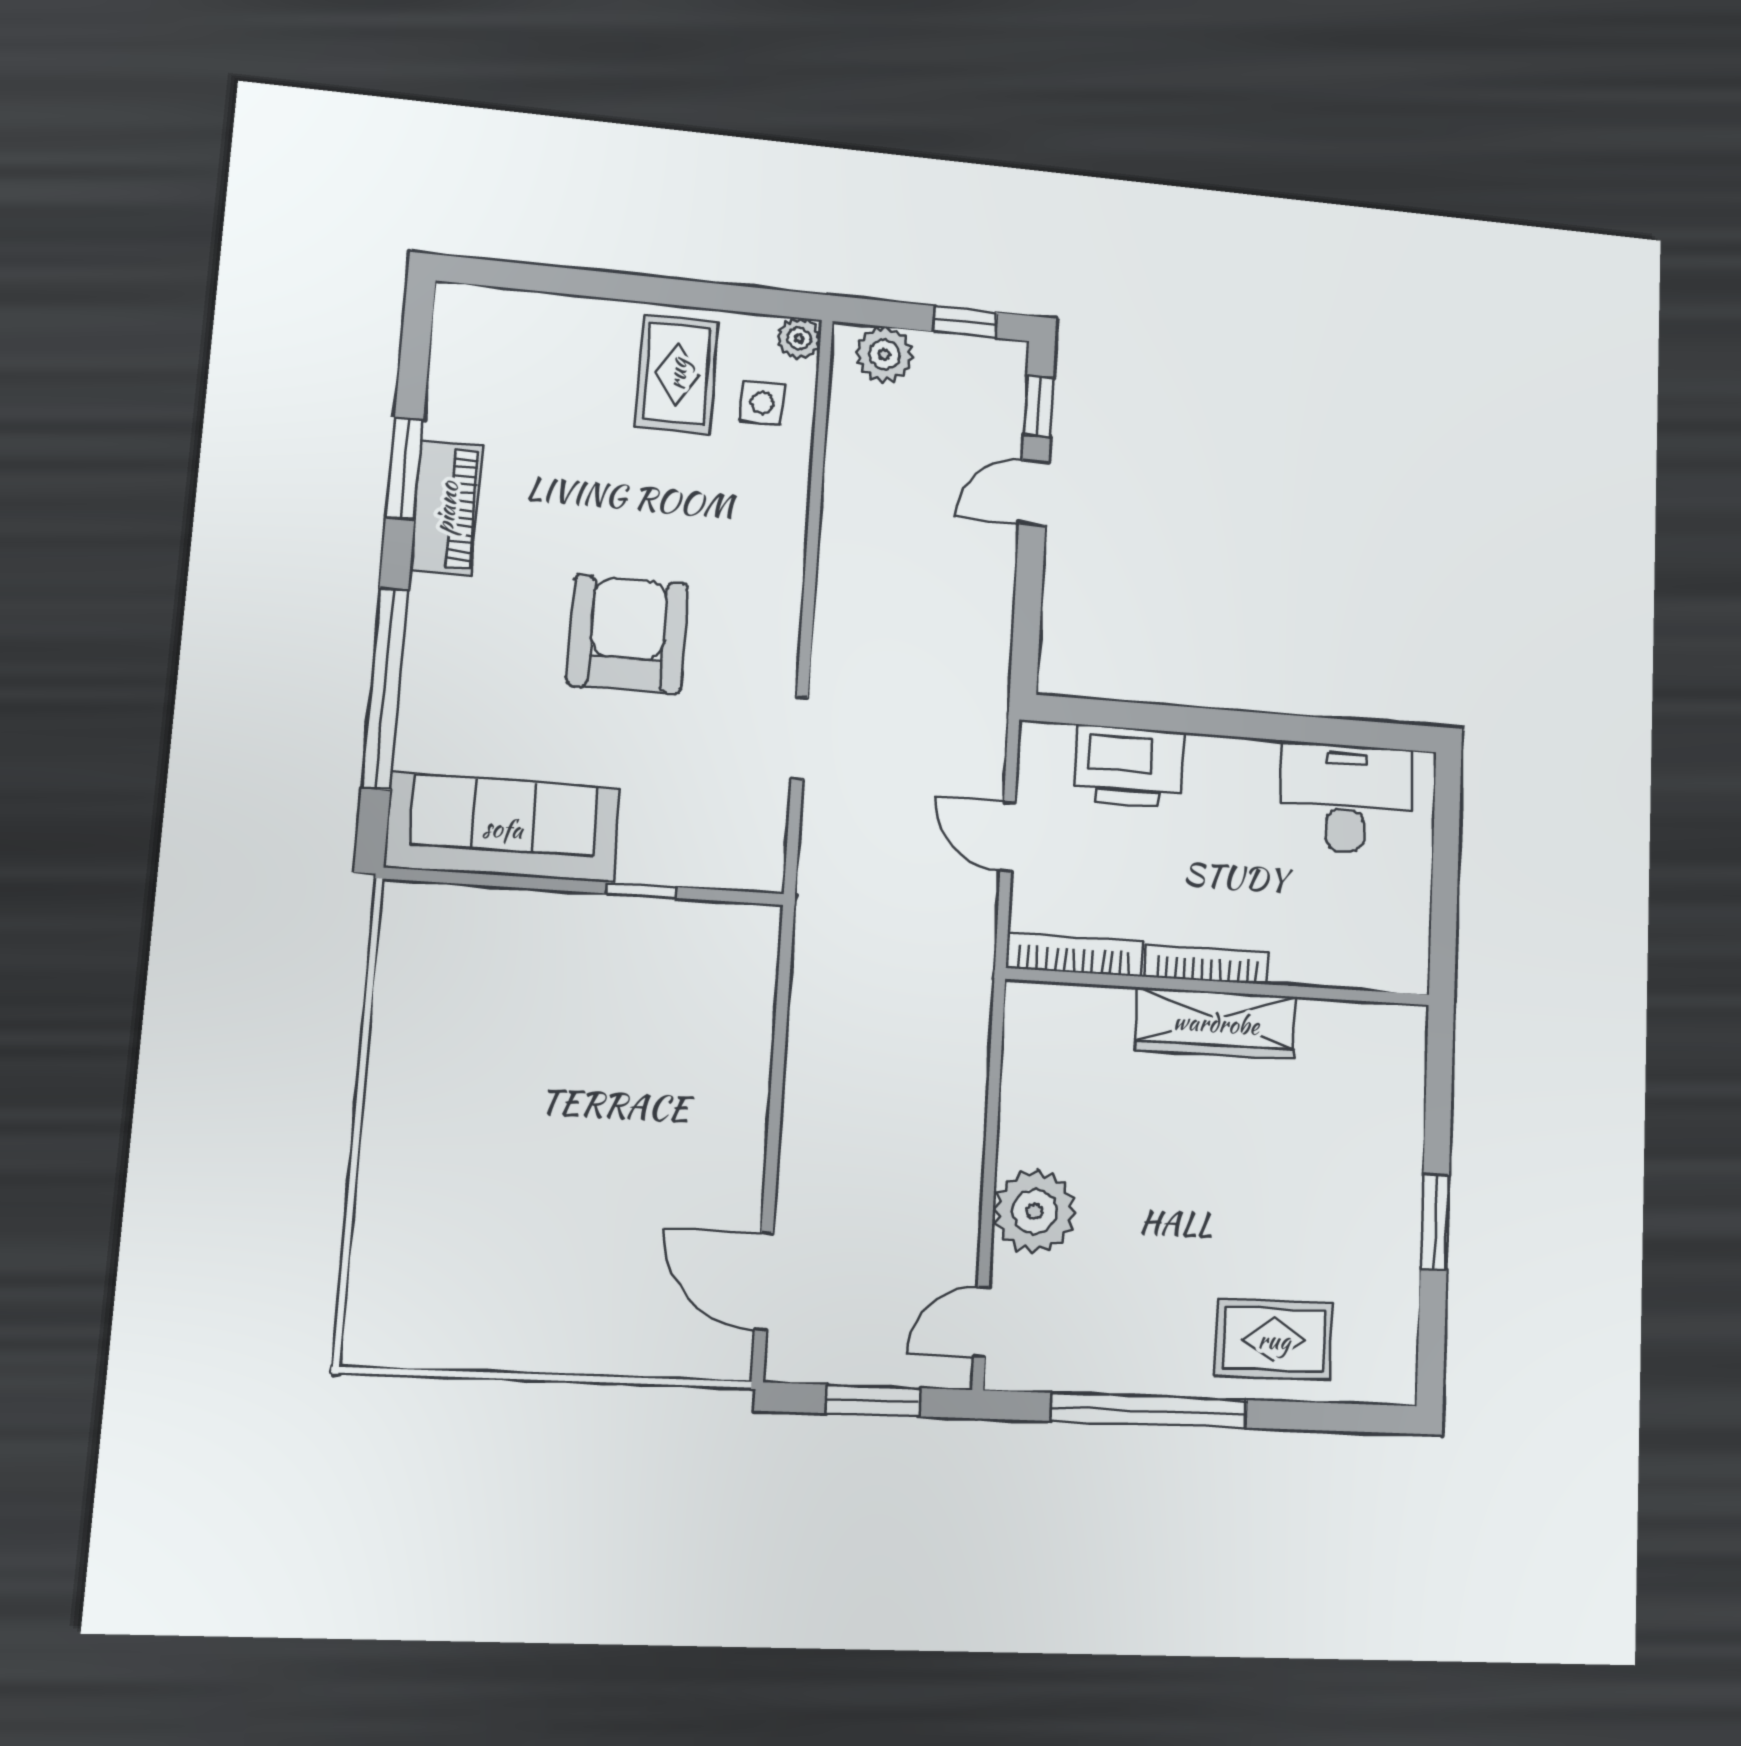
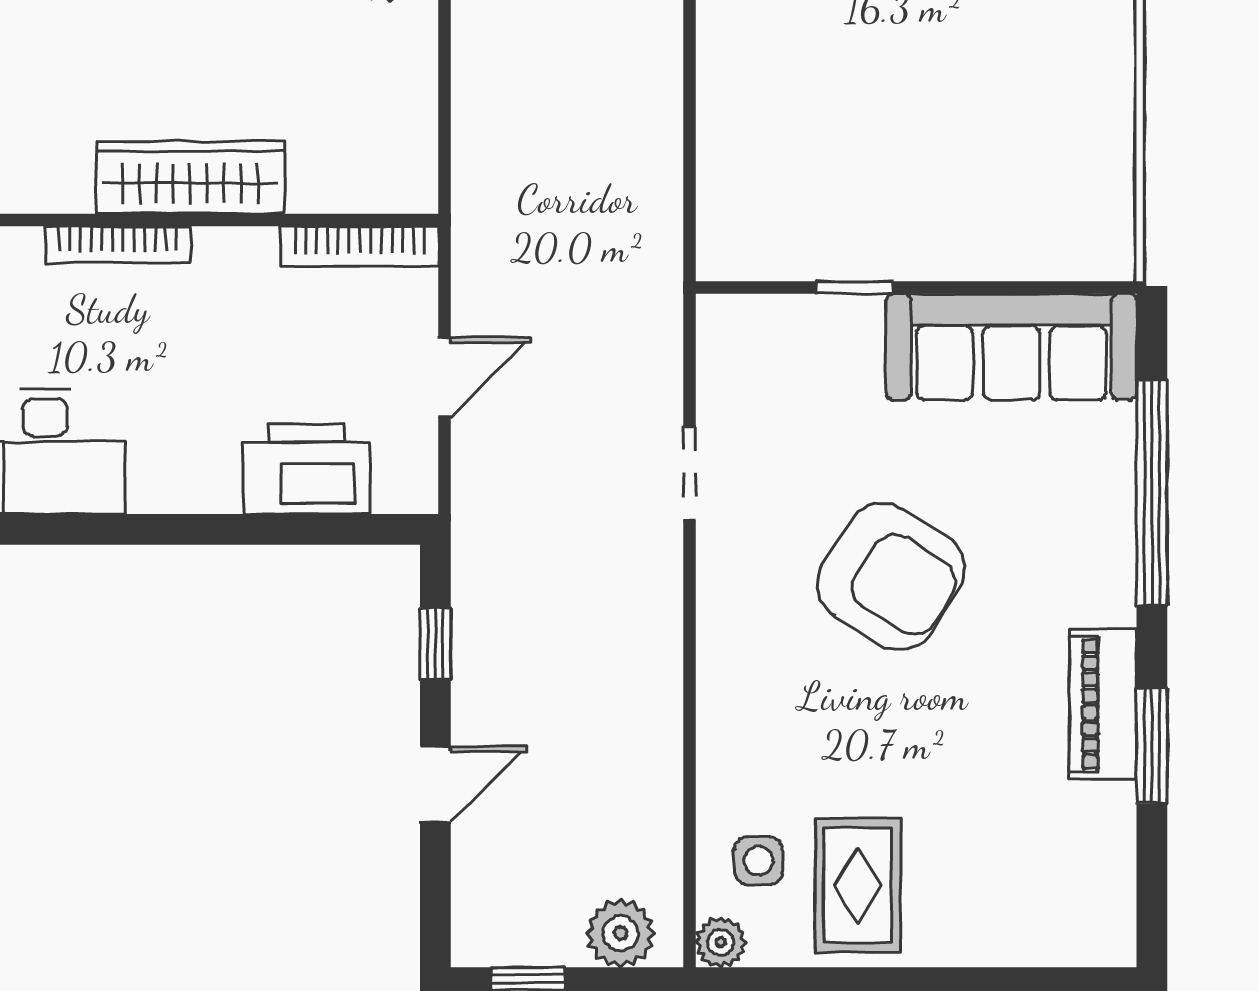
window: (1038, 406) -> (435, 644), moved
armchair: (628, 634) -> (891, 577), turned -58
door: (1008, 836) -> (445, 377), hinge flipped
bookcase: (1207, 965) -> (118, 245), moved

